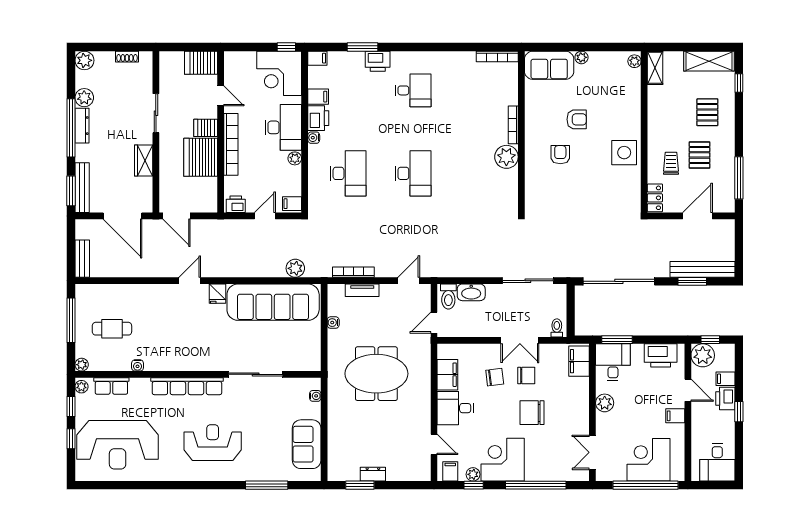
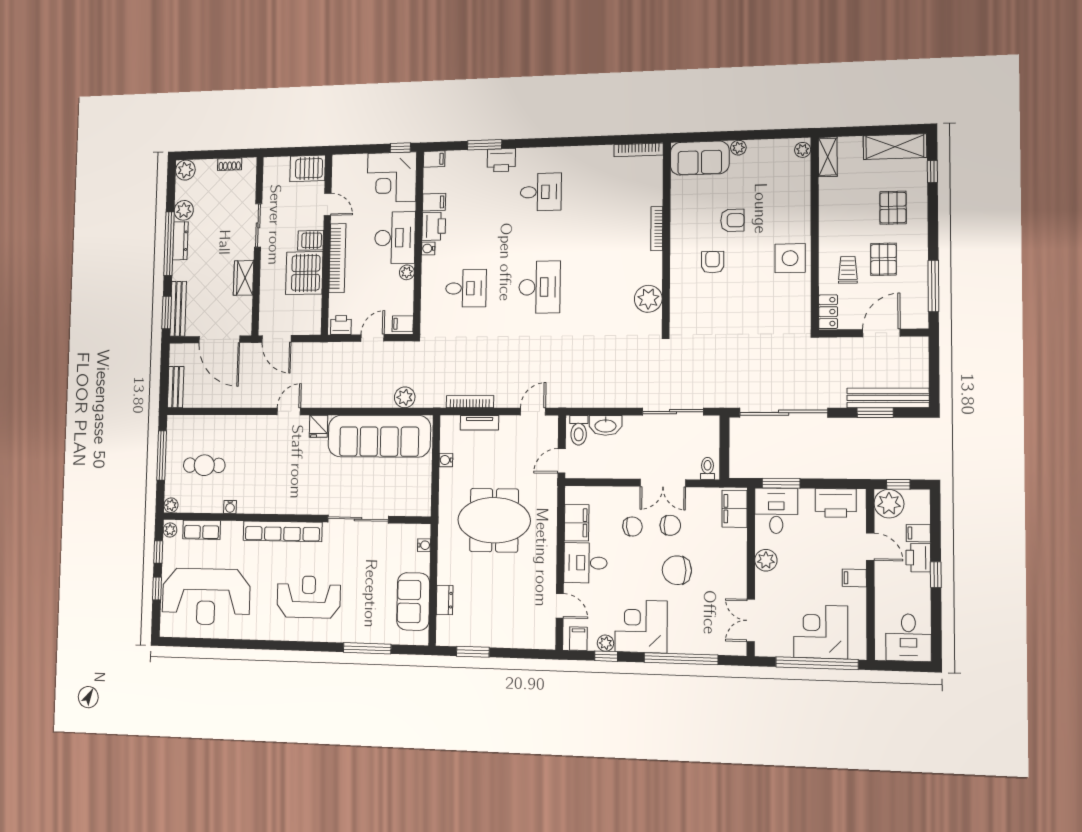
plant: (506, 157) -> (648, 299), moved
desk: (348, 173) -> (466, 288), width x0.73
dresser: (373, 474) -> (445, 600), moved, turned 90

